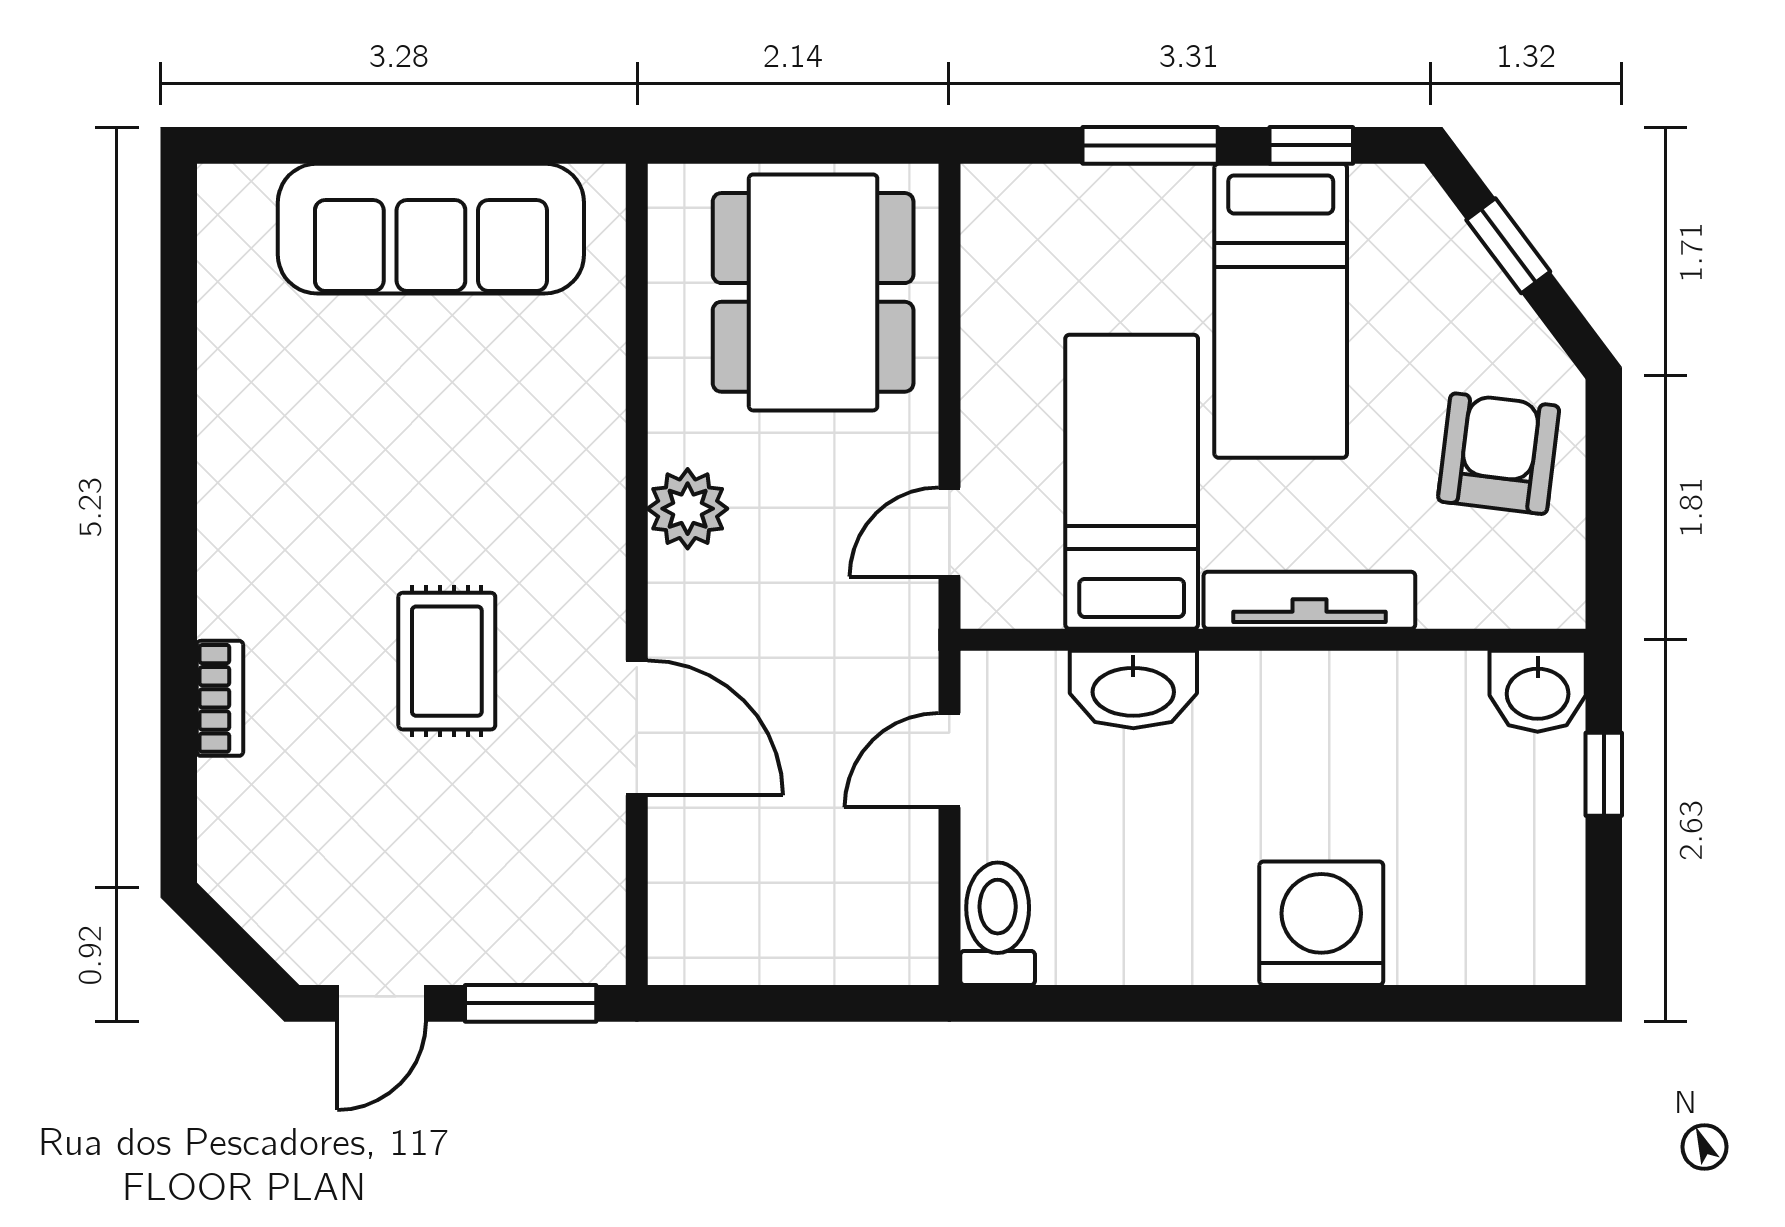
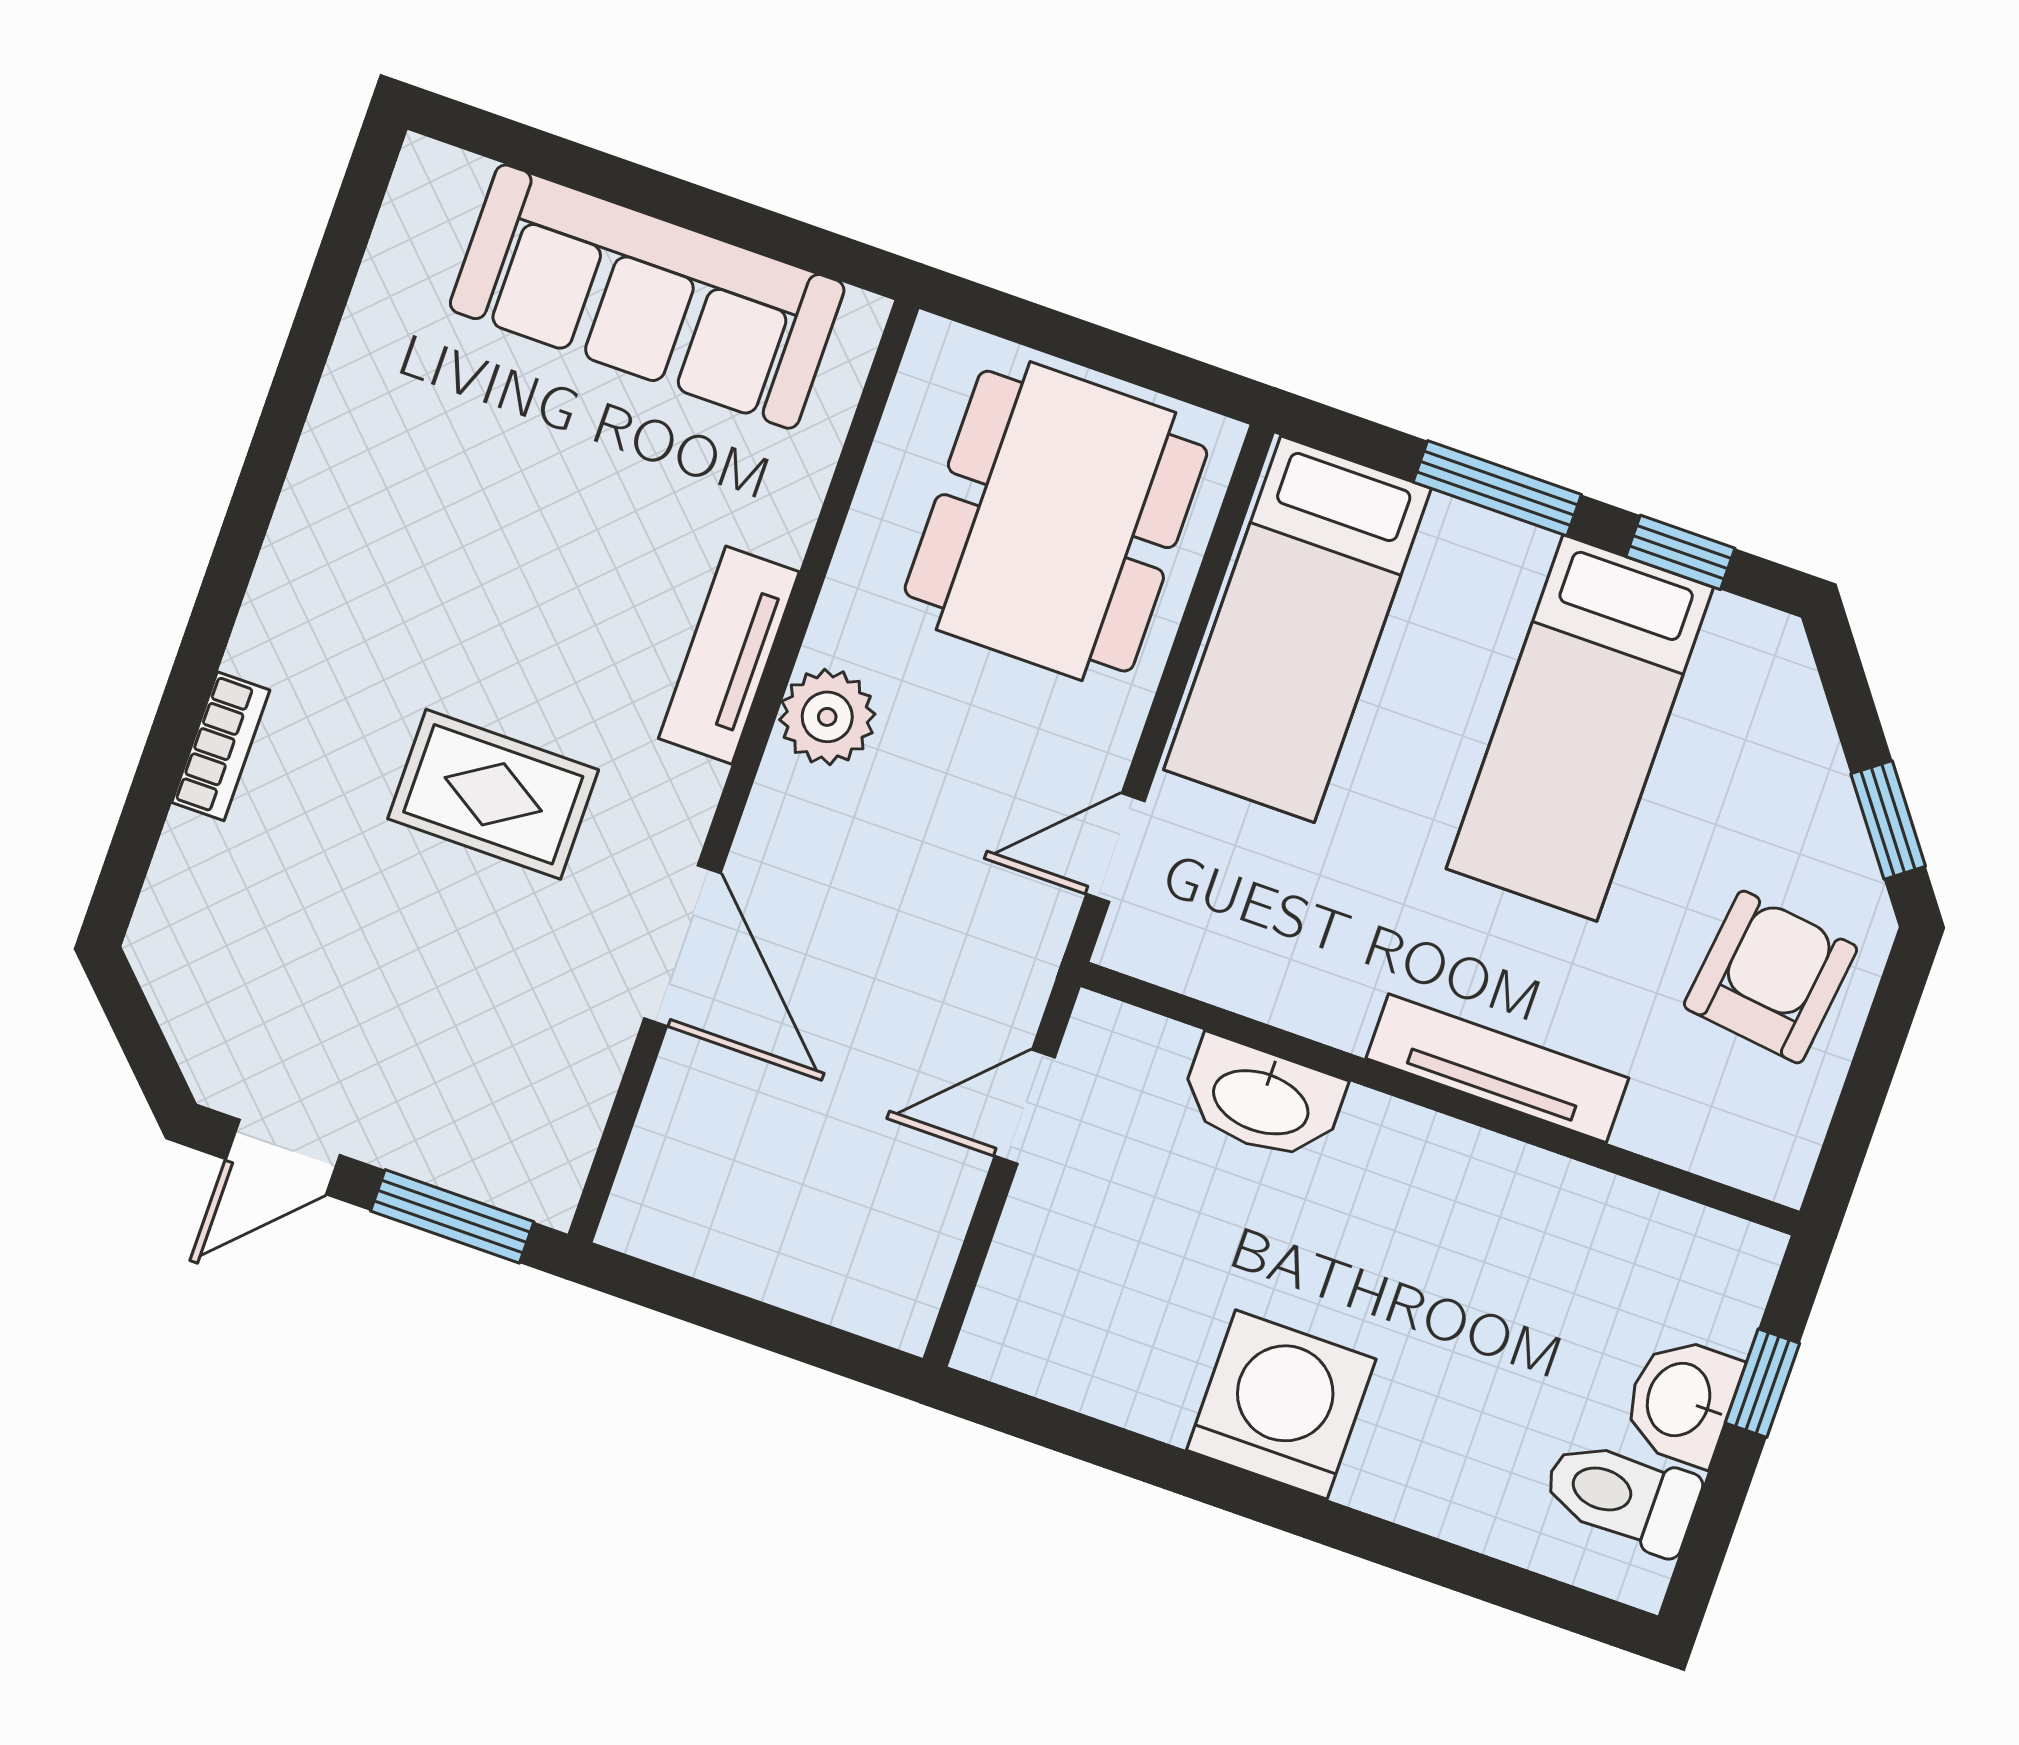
window: (1508, 246) -> (1888, 820), moved
bed: (1132, 482) -> (1297, 629), moved, turned 180
tv unit: (593, 487) -> (729, 655), added
rug: (447, 661) -> (493, 794), turned 90
washbasin: (1538, 691) -> (1681, 1401), moved, turned 90
washing machine: (1321, 923) -> (1281, 1405), moved
toilet: (998, 924) -> (1621, 1496), moved, turned -90

